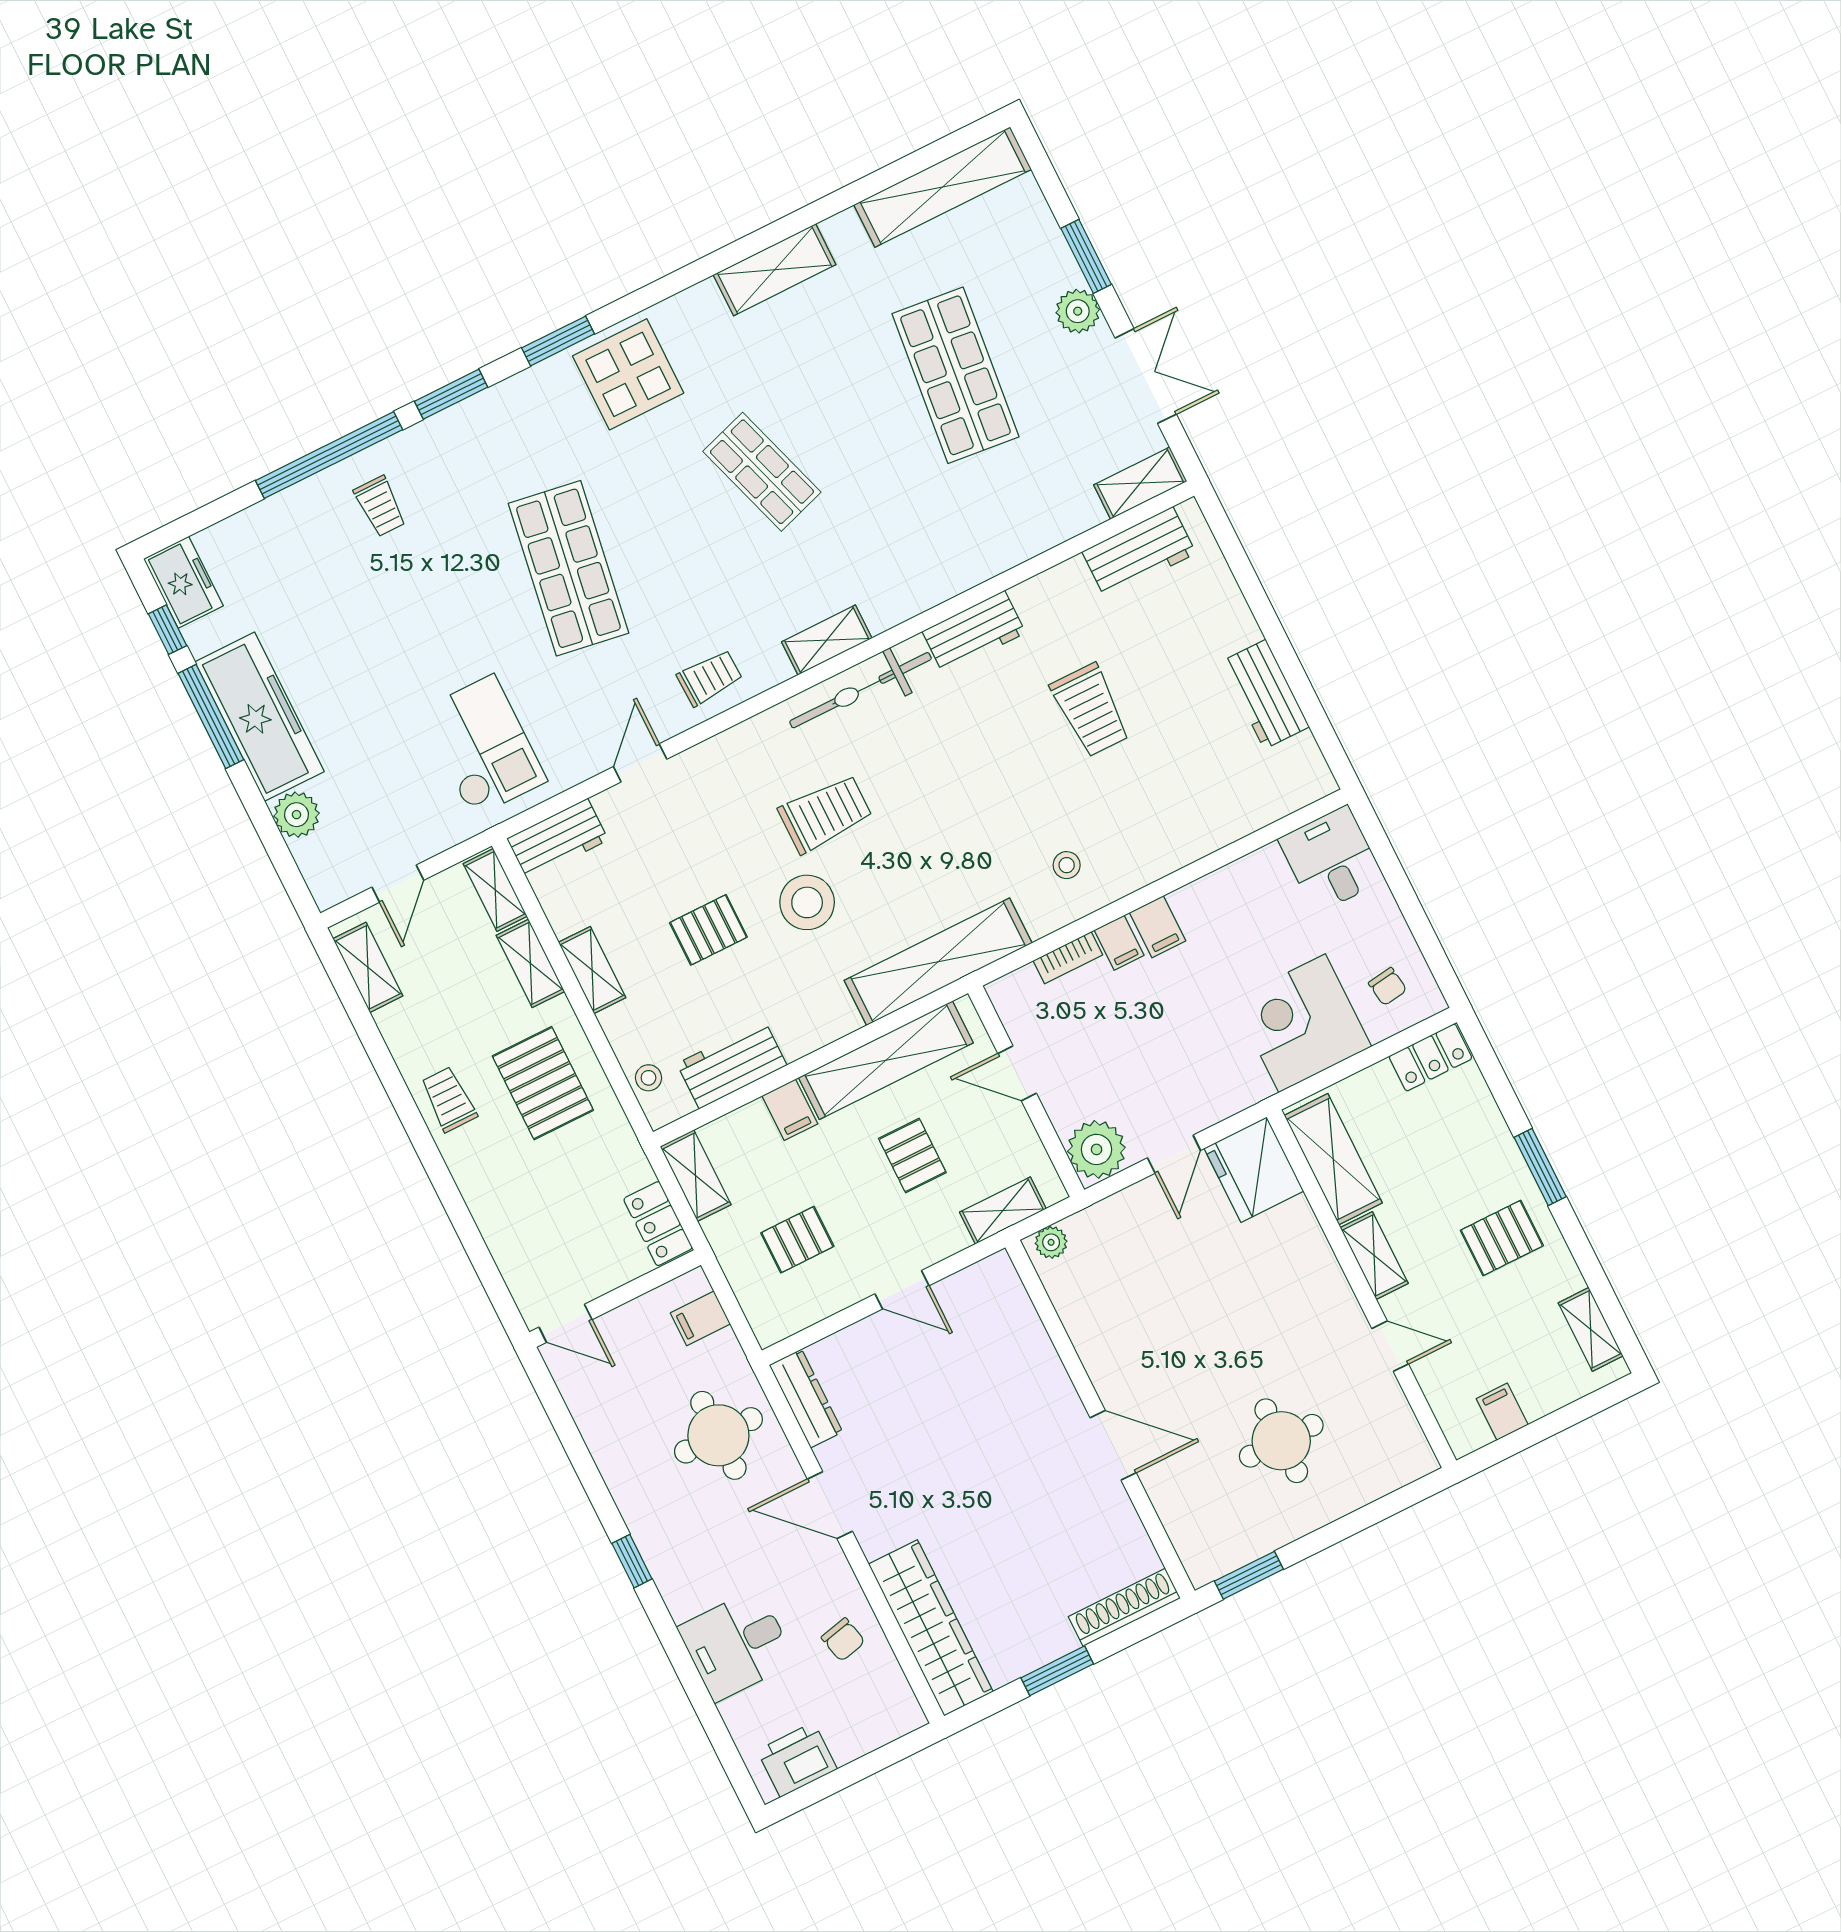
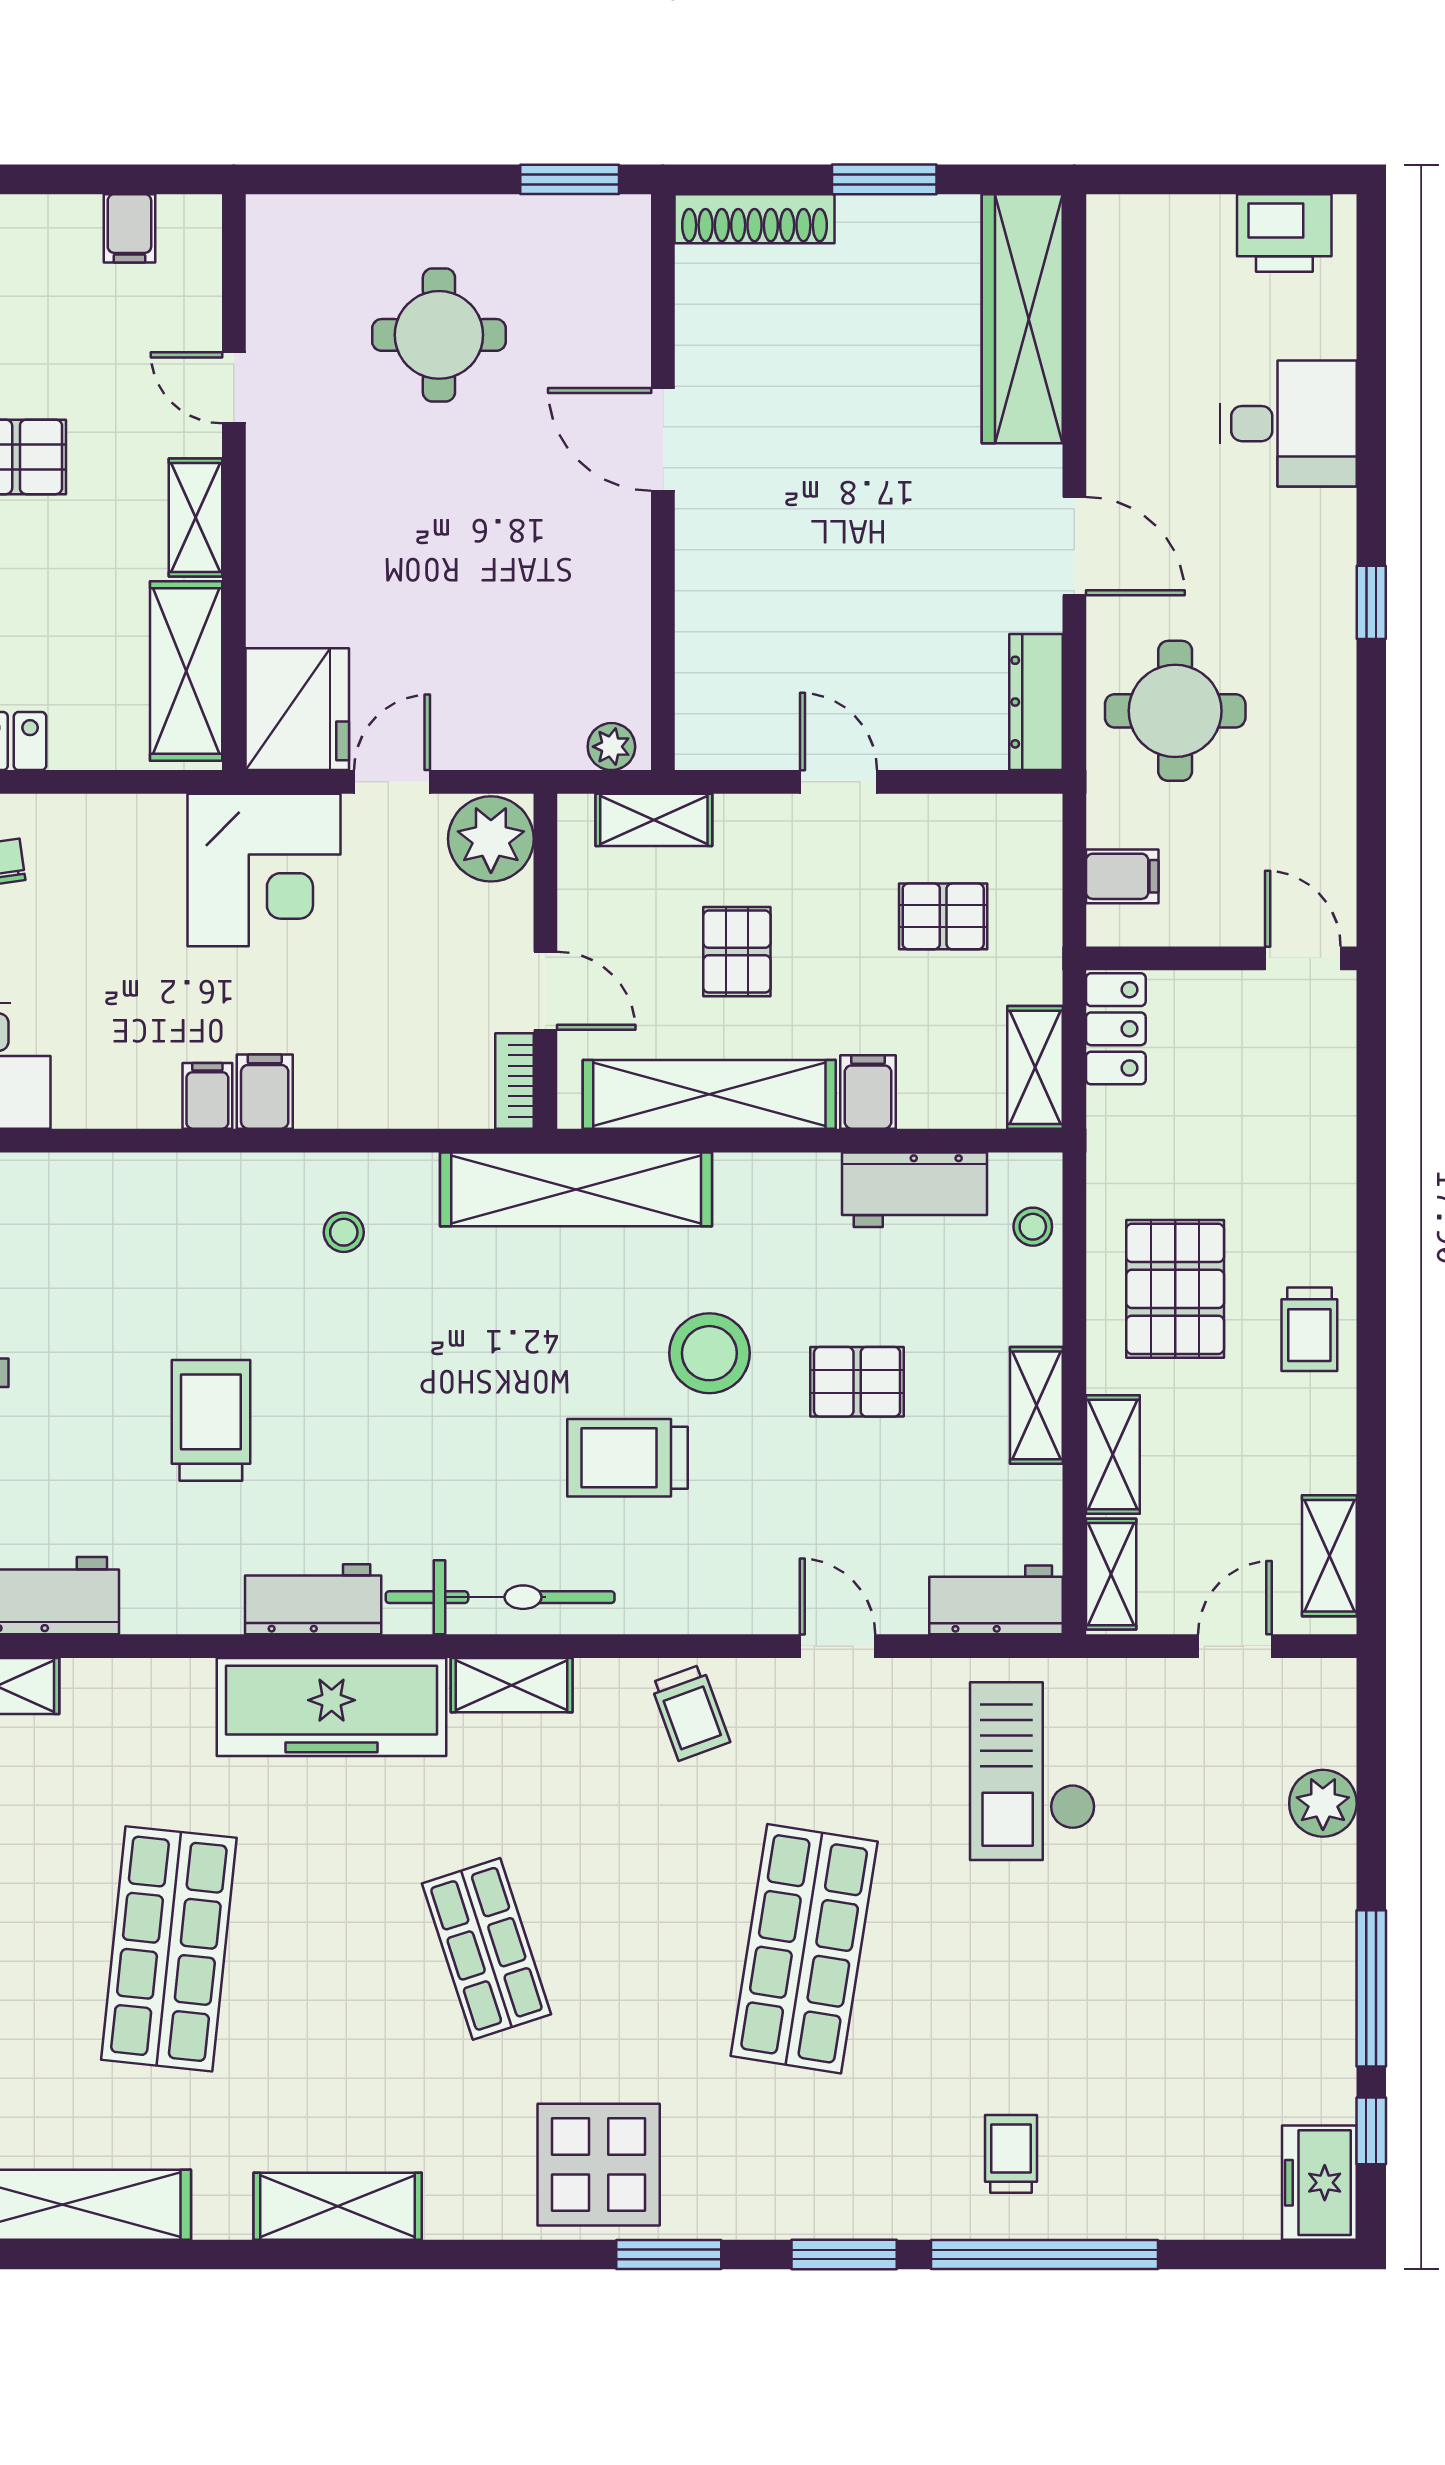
trolley: (710, 678) -> (690, 1712), turned -108
freezer: (260, 717) -> (332, 1707), moved, turned -90
door: (640, 763) -> (837, 1646), swing flipped
filing cabinet: (1119, 943) -> (207, 1096), moved
bookcase: (1068, 958) -> (514, 1081), moved, turned -90
corner desk: (1302, 1023) -> (264, 870), moved
chair: (843, 1640) -> (1145, 361), removed

